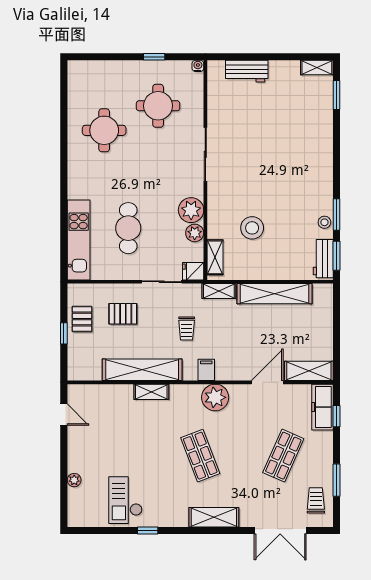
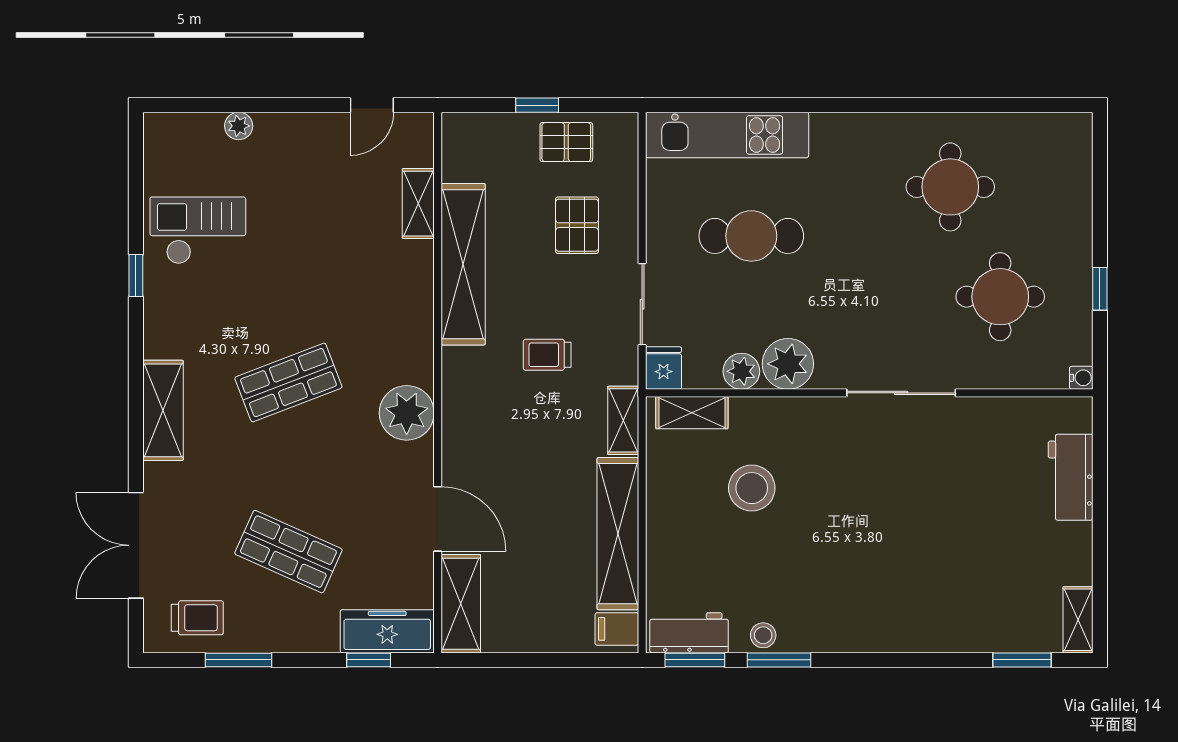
filing cabinet: (206, 370) -> (617, 629), moved, turned 180
shelving: (151, 392) -> (418, 204), moved

